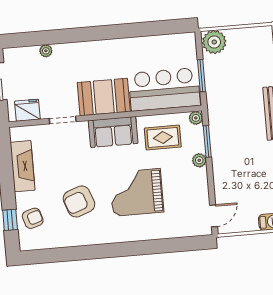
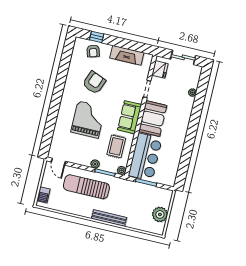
plant: (214, 42) -> (160, 214), moved
sun lounger: (237, 162) -> (86, 187), added
armchair: (79, 201) -> (94, 83), turned 42

